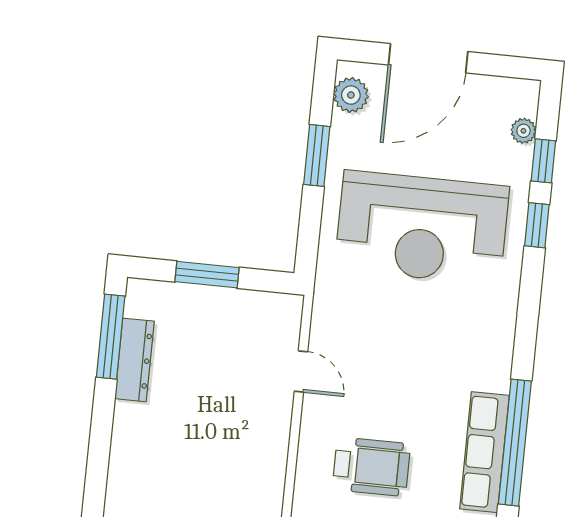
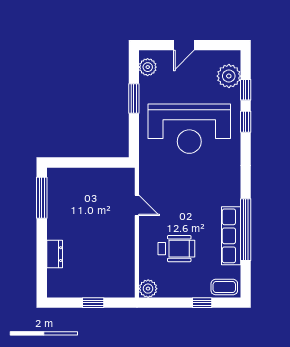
door: (428, 58) -> (184, 45), width x0.53
plant: (523, 131) -> (229, 76), width x1.87, depth x1.87
window: (207, 275) -> (86, 162), removed
dresser: (134, 360) -> (55, 254), moved, width x0.70

